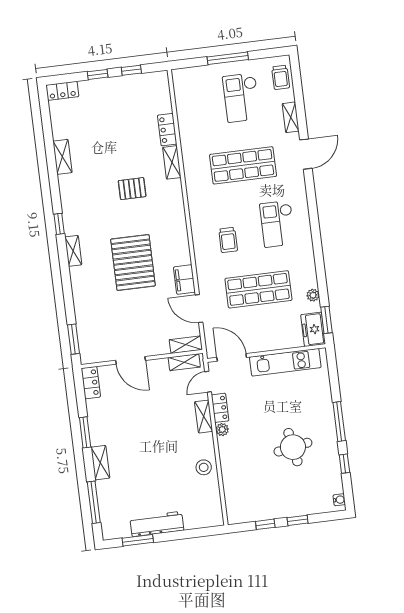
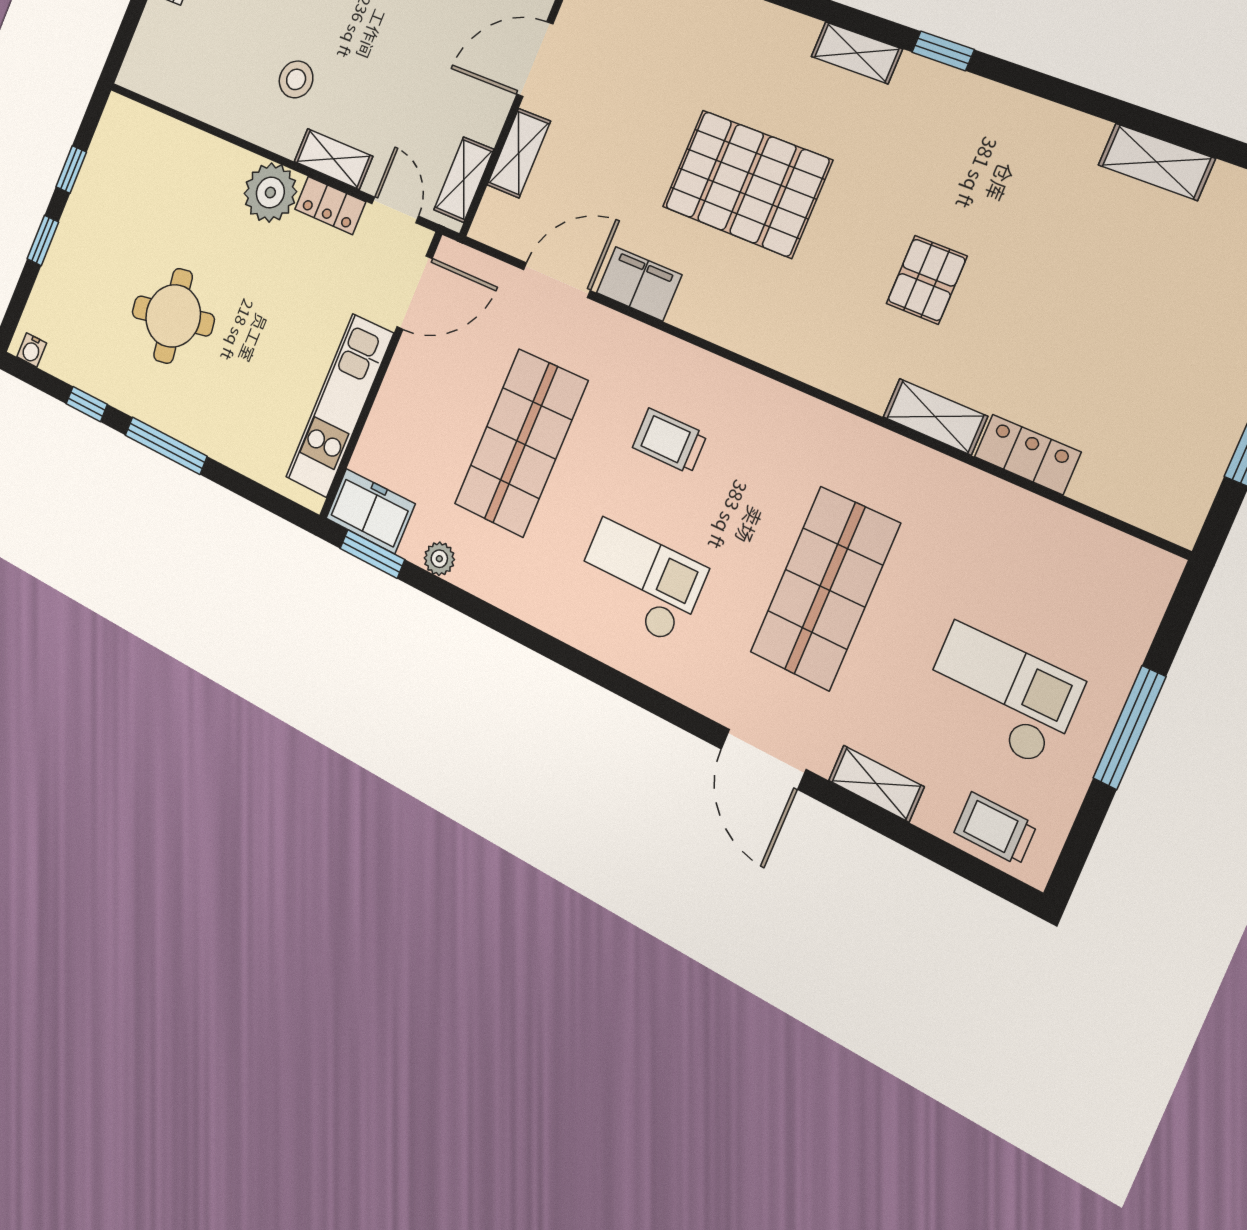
shelving: (62, 157) -> (1156, 162), moved
shelving: (186, 345) -> (519, 153), moved
plant: (222, 430) -> (270, 193), width x1.88, depth x1.88
stool: (204, 467) -> (296, 79), moved

